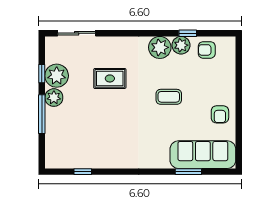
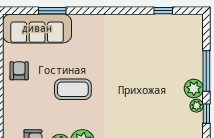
plant: (57, 76) -> (197, 106), width x0.53, depth x0.53
rug: (110, 78) -> (135, 109), removed
coffee table: (169, 97) -> (73, 89), width x1.36, depth x1.30

